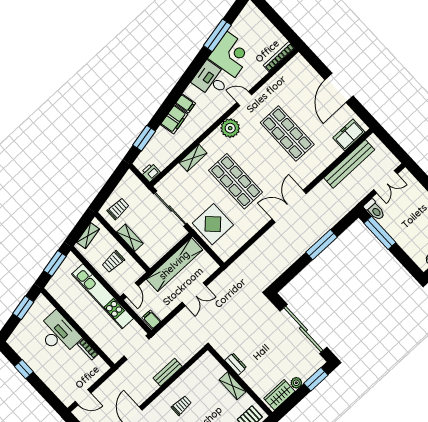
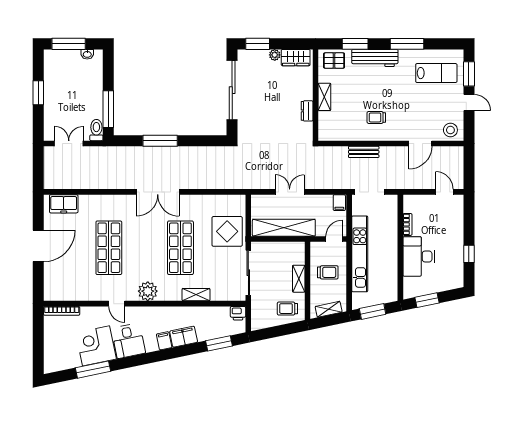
bench: (349, 164) -> (83, 182), removed

